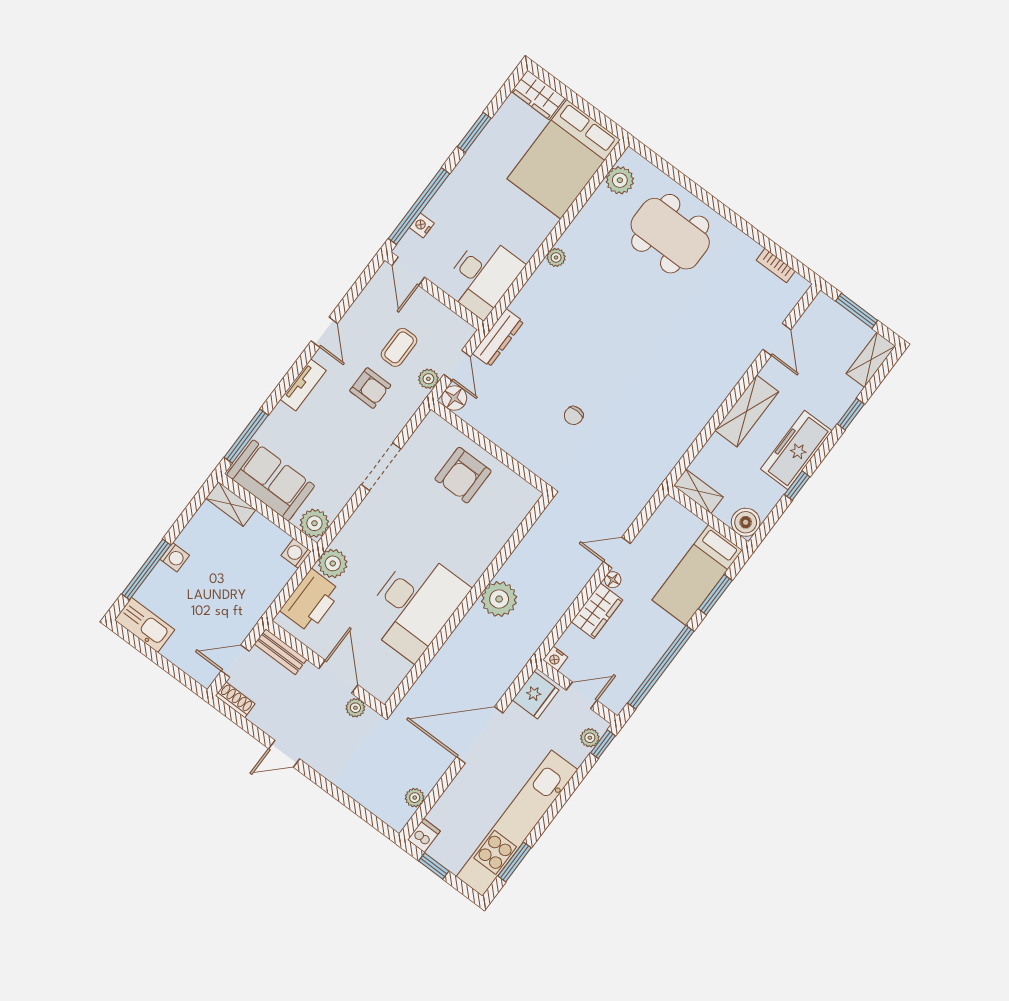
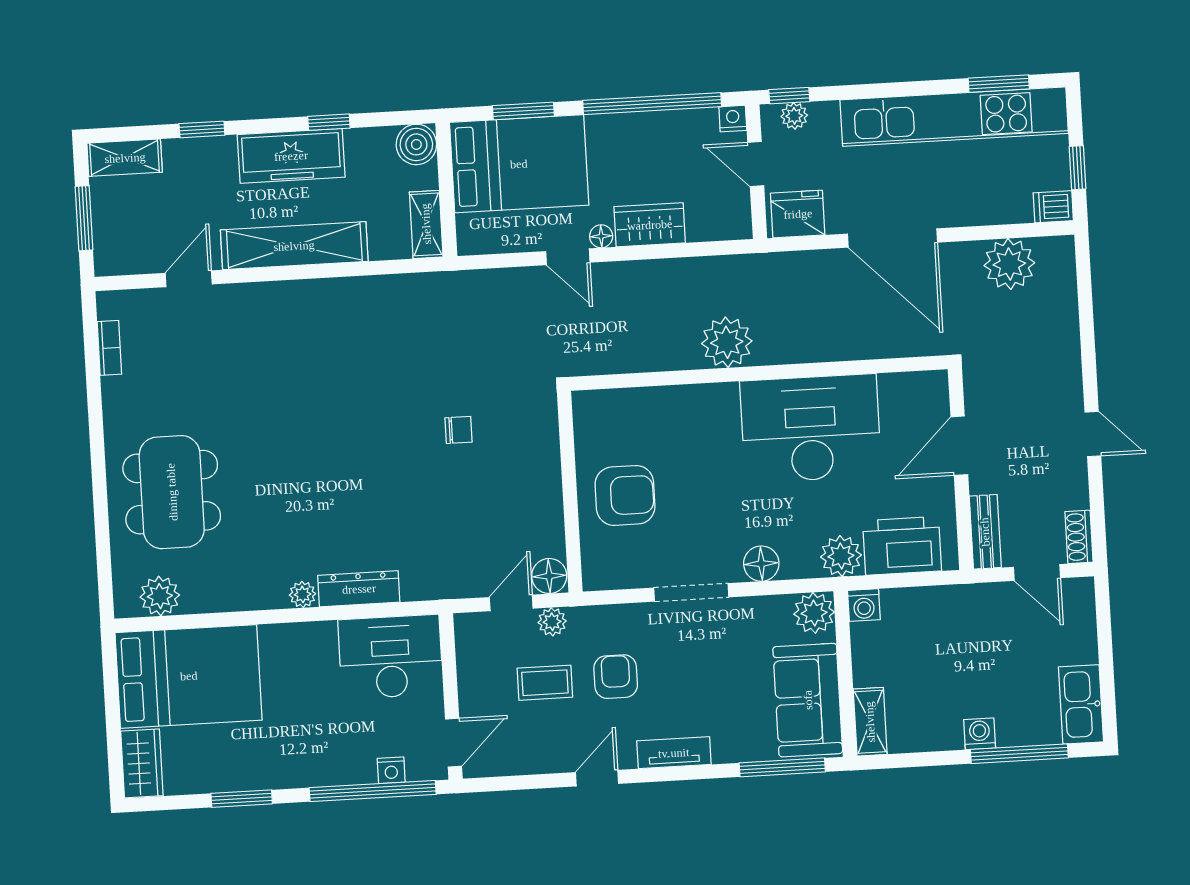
dresser: (498, 338) -> (359, 589), moved
shelving: (747, 411) -> (294, 246), width x1.47
floor lamp: (365, 517) -> (761, 564), added
bed: (697, 575) -> (519, 164), width x1.50
nightstand: (555, 658) -> (733, 119), moved, turned -90
plant: (355, 708) -> (977, 399), removed
plant: (415, 798) -> (1009, 264), width x1.88, depth x1.88

